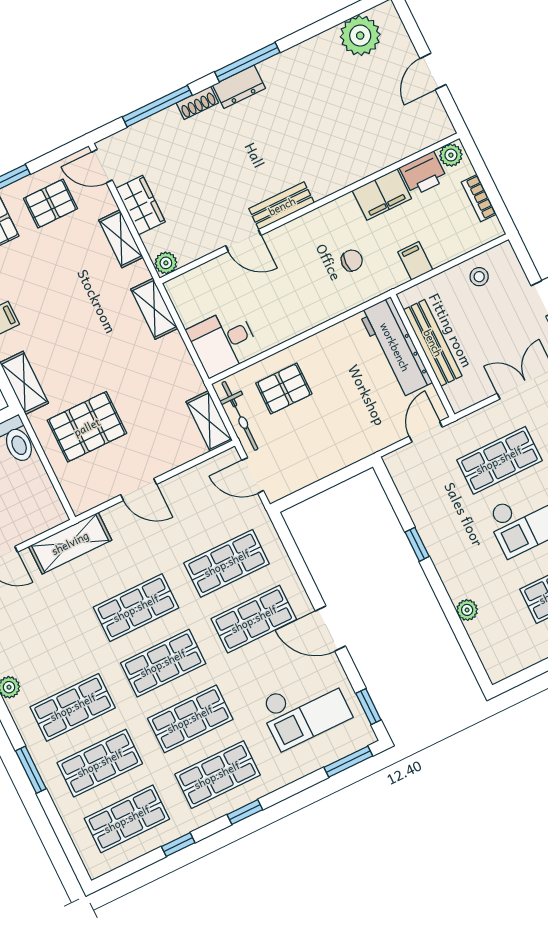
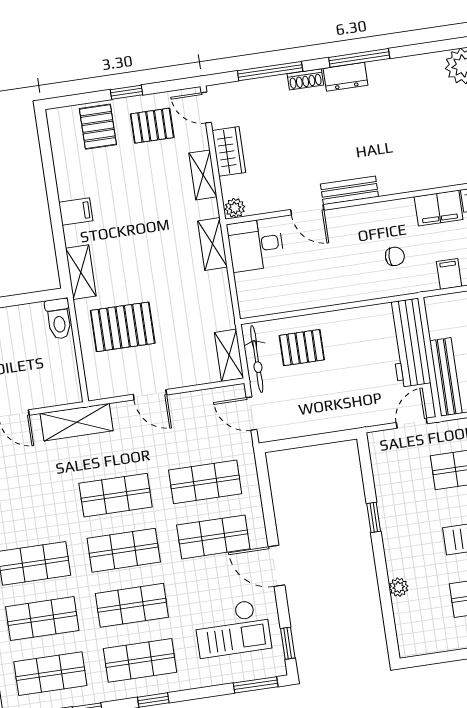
desk: (223, 342) -> (256, 245), moved
bench: (433, 343) -> (446, 377), moved

